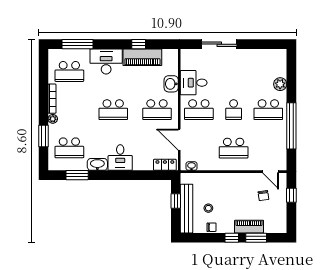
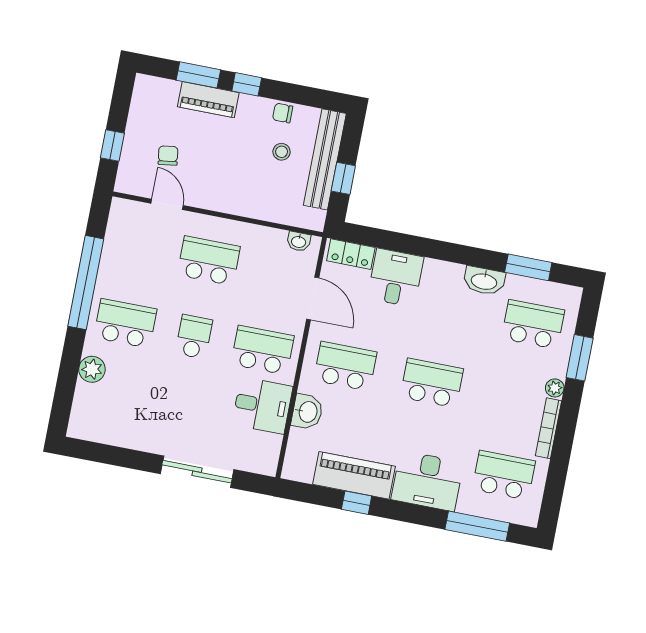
desk: (120, 158) -> (396, 278), moved
door: (271, 172) -> (167, 204), moved

